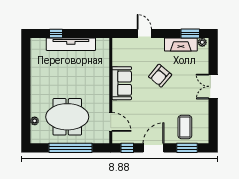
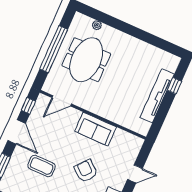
coffee table: (185, 127) -> (42, 166), moved

